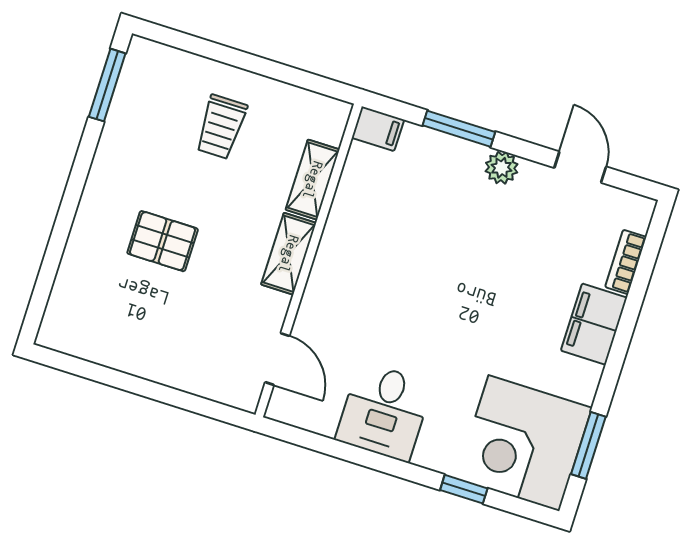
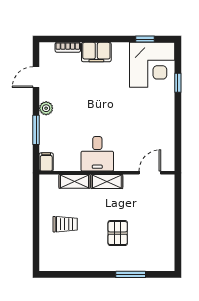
window: (107, 85) -> (131, 274), moved
desk: (384, 412) -> (97, 154), moved, turned 90
window: (588, 445) -> (145, 39), width x0.67

